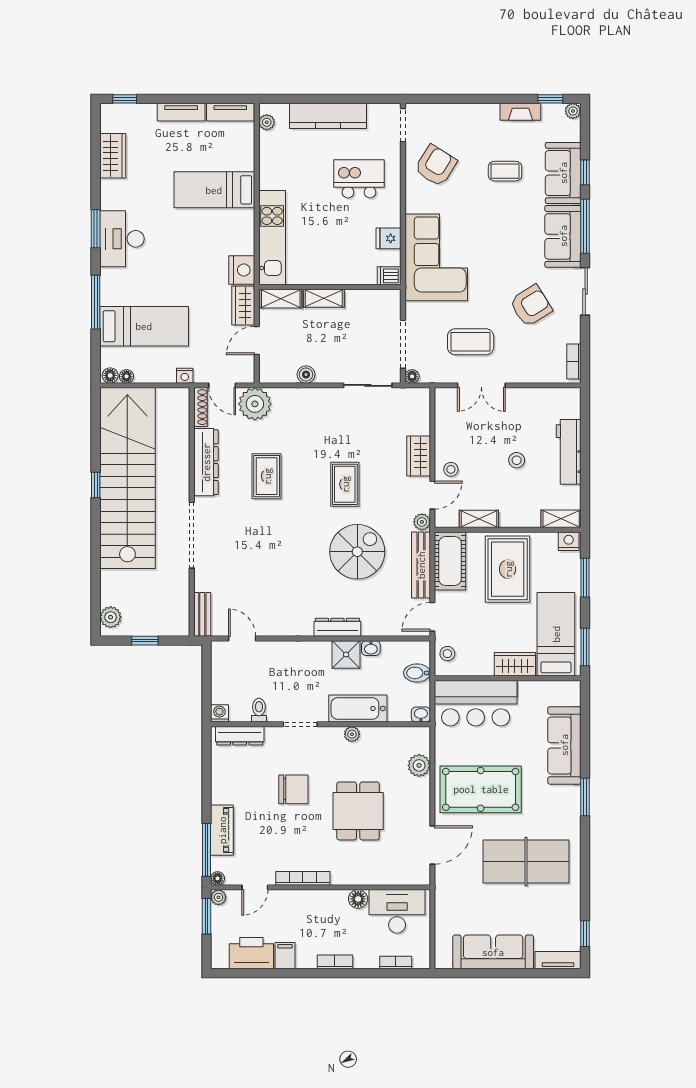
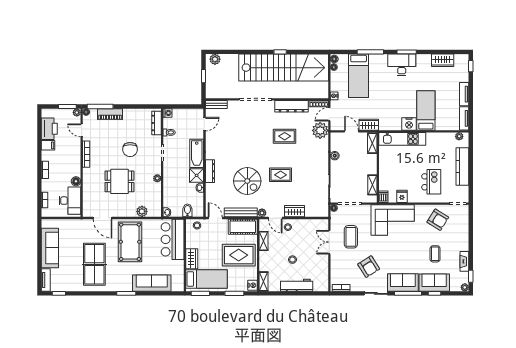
nightstand: (242, 270) -> (409, 124), moved
shelving: (324, 298) -> (372, 185), moved
bathtub: (358, 708) -> (197, 153), moved, turned 180

